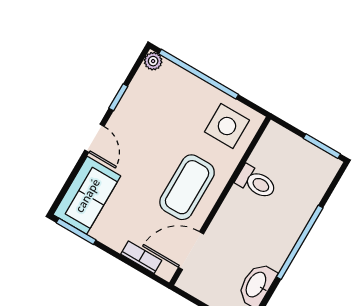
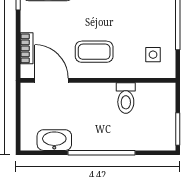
side table: (227, 126) -> (153, 55), width x0.54, depth x0.54
coffee table: (187, 187) -> (94, 52), width x0.73, depth x0.76

